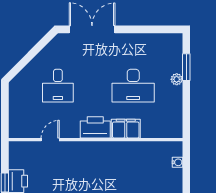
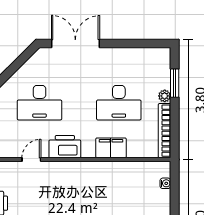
desk: (58, 86) -> (40, 103), width x1.37
bookcase: (177, 112) -> (165, 131), added
printer: (95, 127) -> (65, 147), moved

